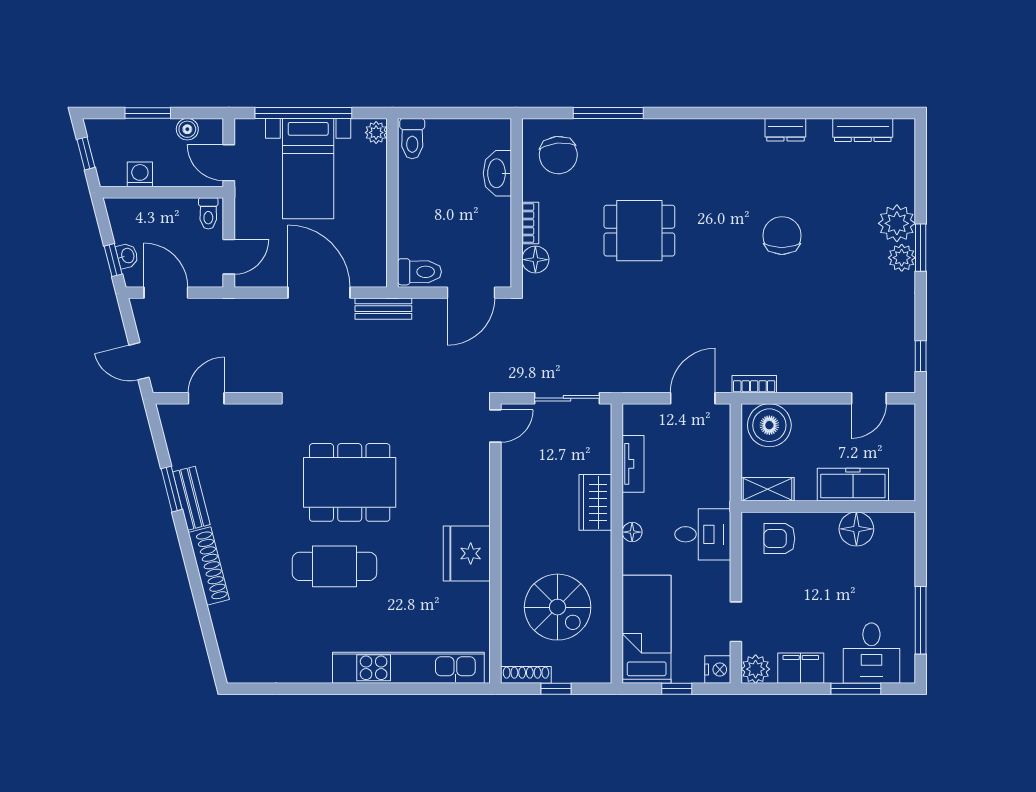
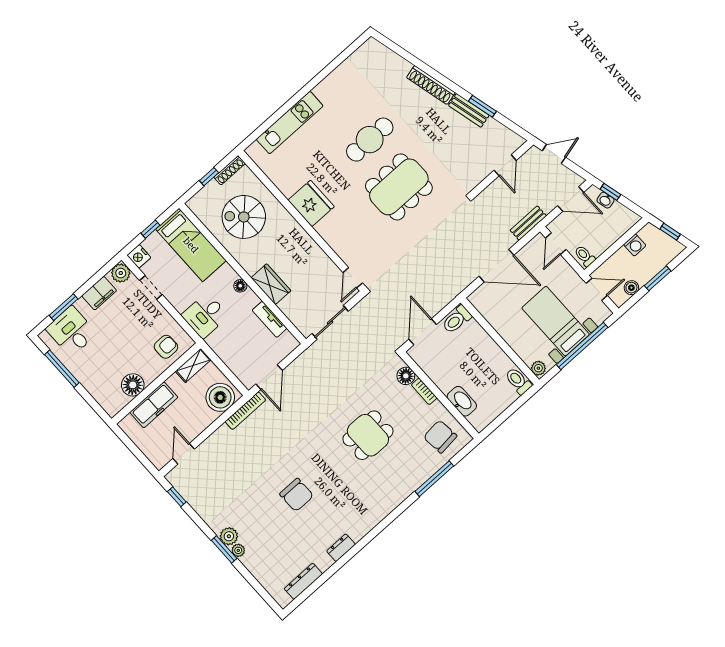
plant: (897, 223) -> (238, 550), width x0.53, depth x0.53
bench: (383, 309) -> (528, 223), moved
bookcase: (754, 384) -> (245, 411), width x1.56
kitchen unit: (408, 668) -> (290, 123), width x0.73

